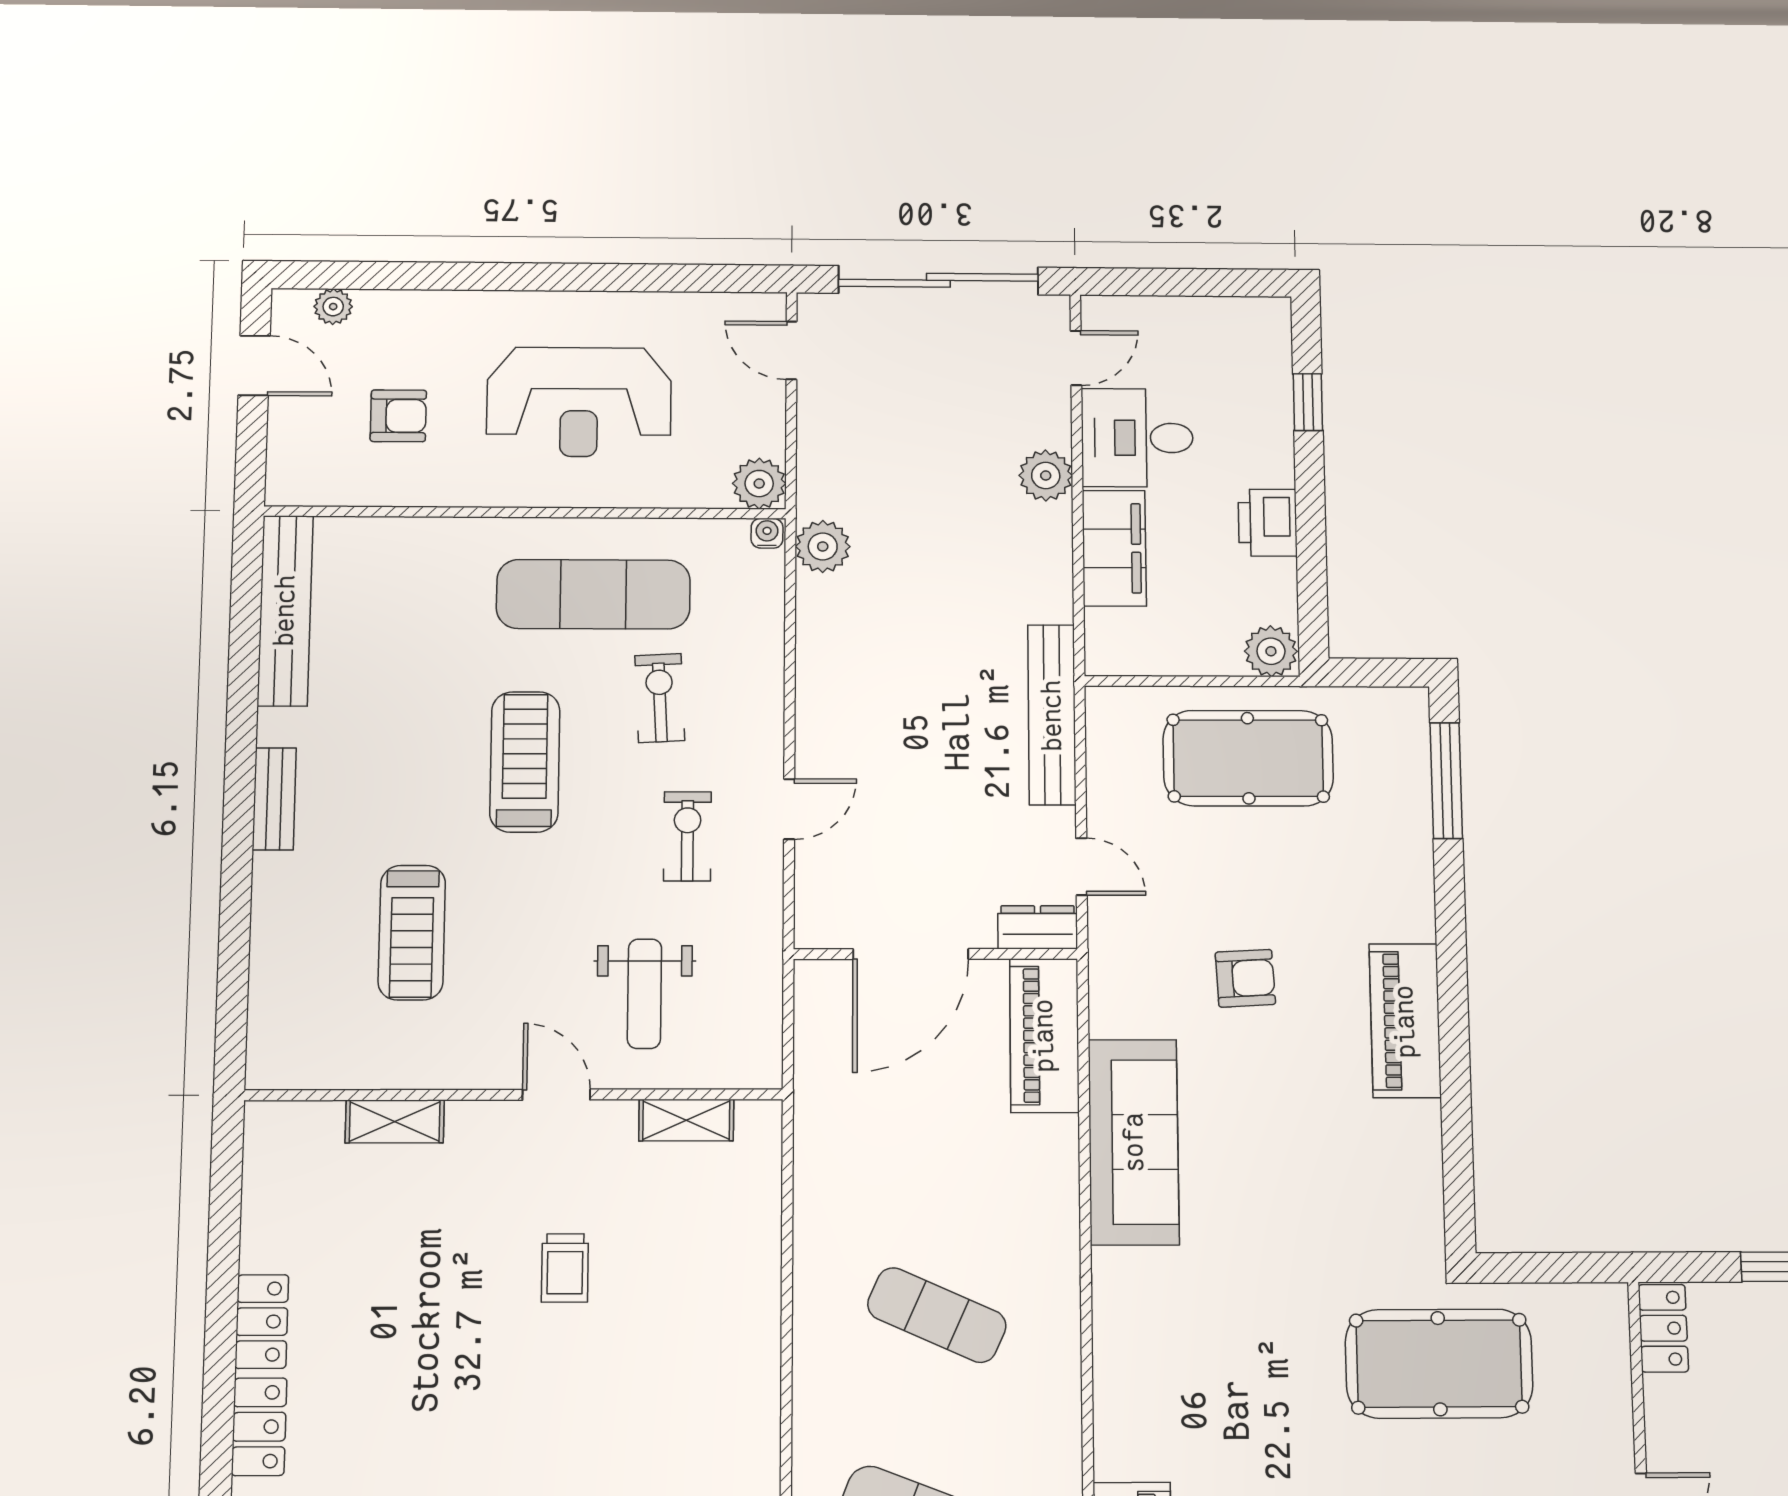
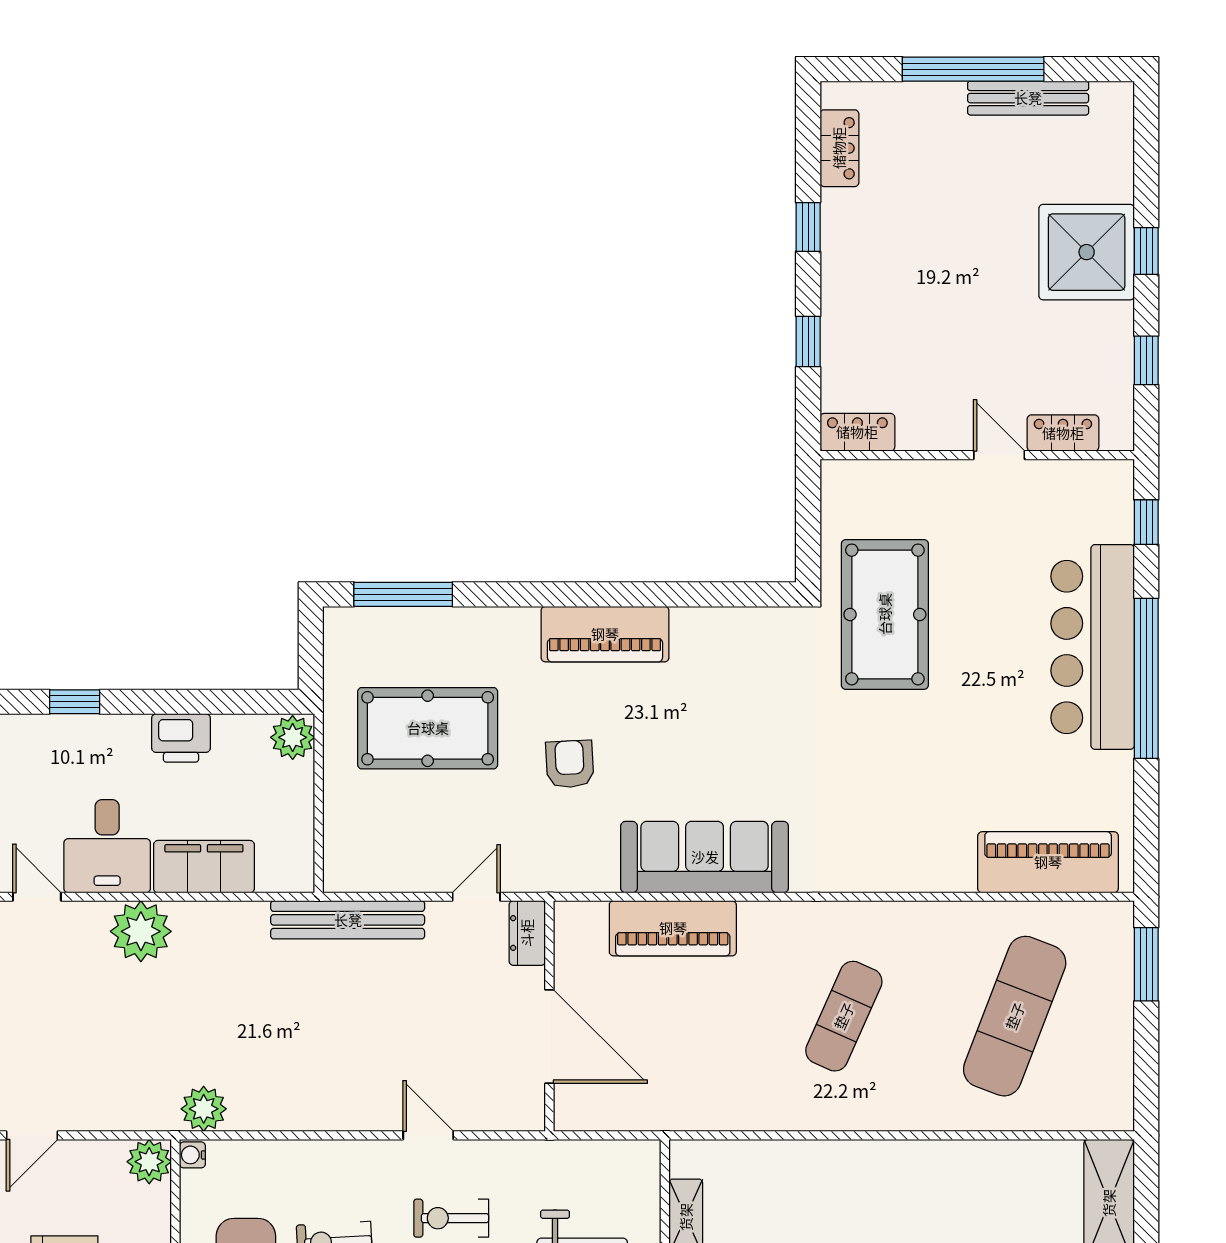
plant: (1046, 476) -> (141, 931), width x1.36, depth x1.36
pool table: (1248, 758) -> (428, 728), moved, turned 90
piano: (1044, 1035) -> (673, 928), moved

